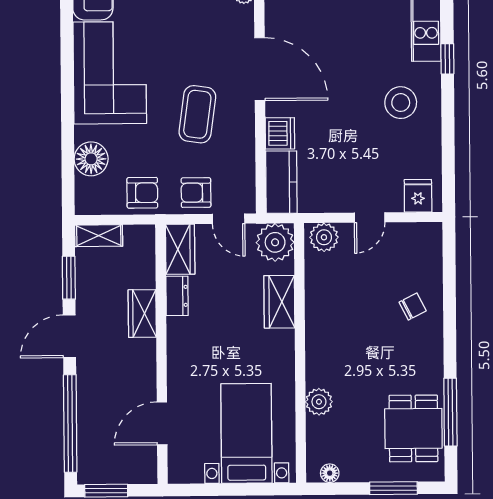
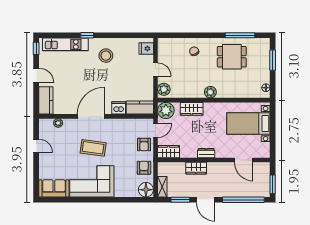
coffee table: (197, 114) -> (93, 148), moved
floor lamp: (91, 159) -> (146, 190), moved
dresser: (177, 296) -> (206, 153), moved
plant: (319, 402) -> (210, 92), moved
dining table: (413, 428) -> (232, 57), moved

